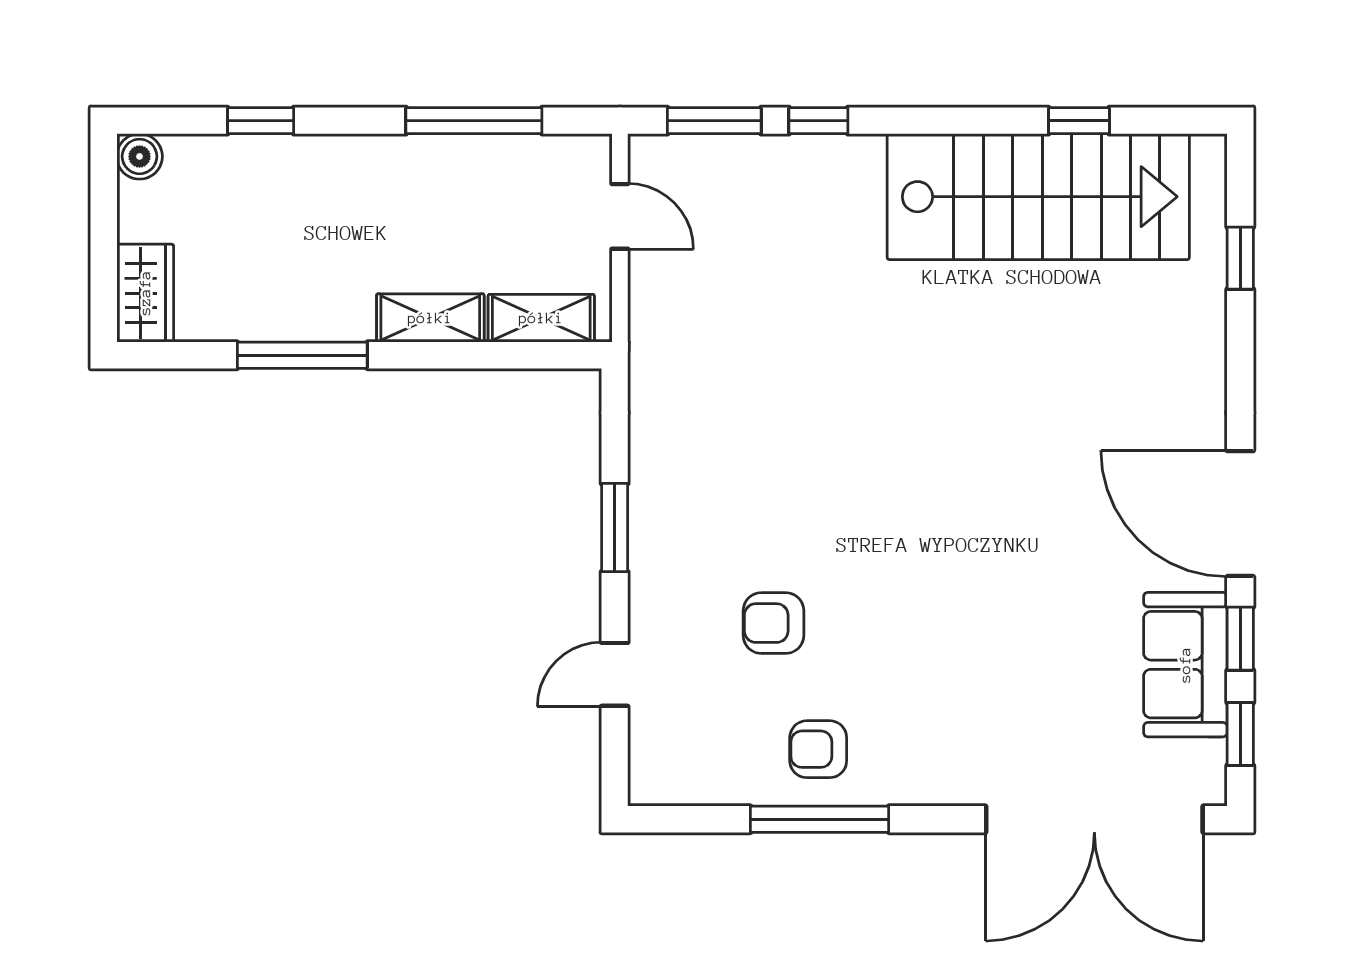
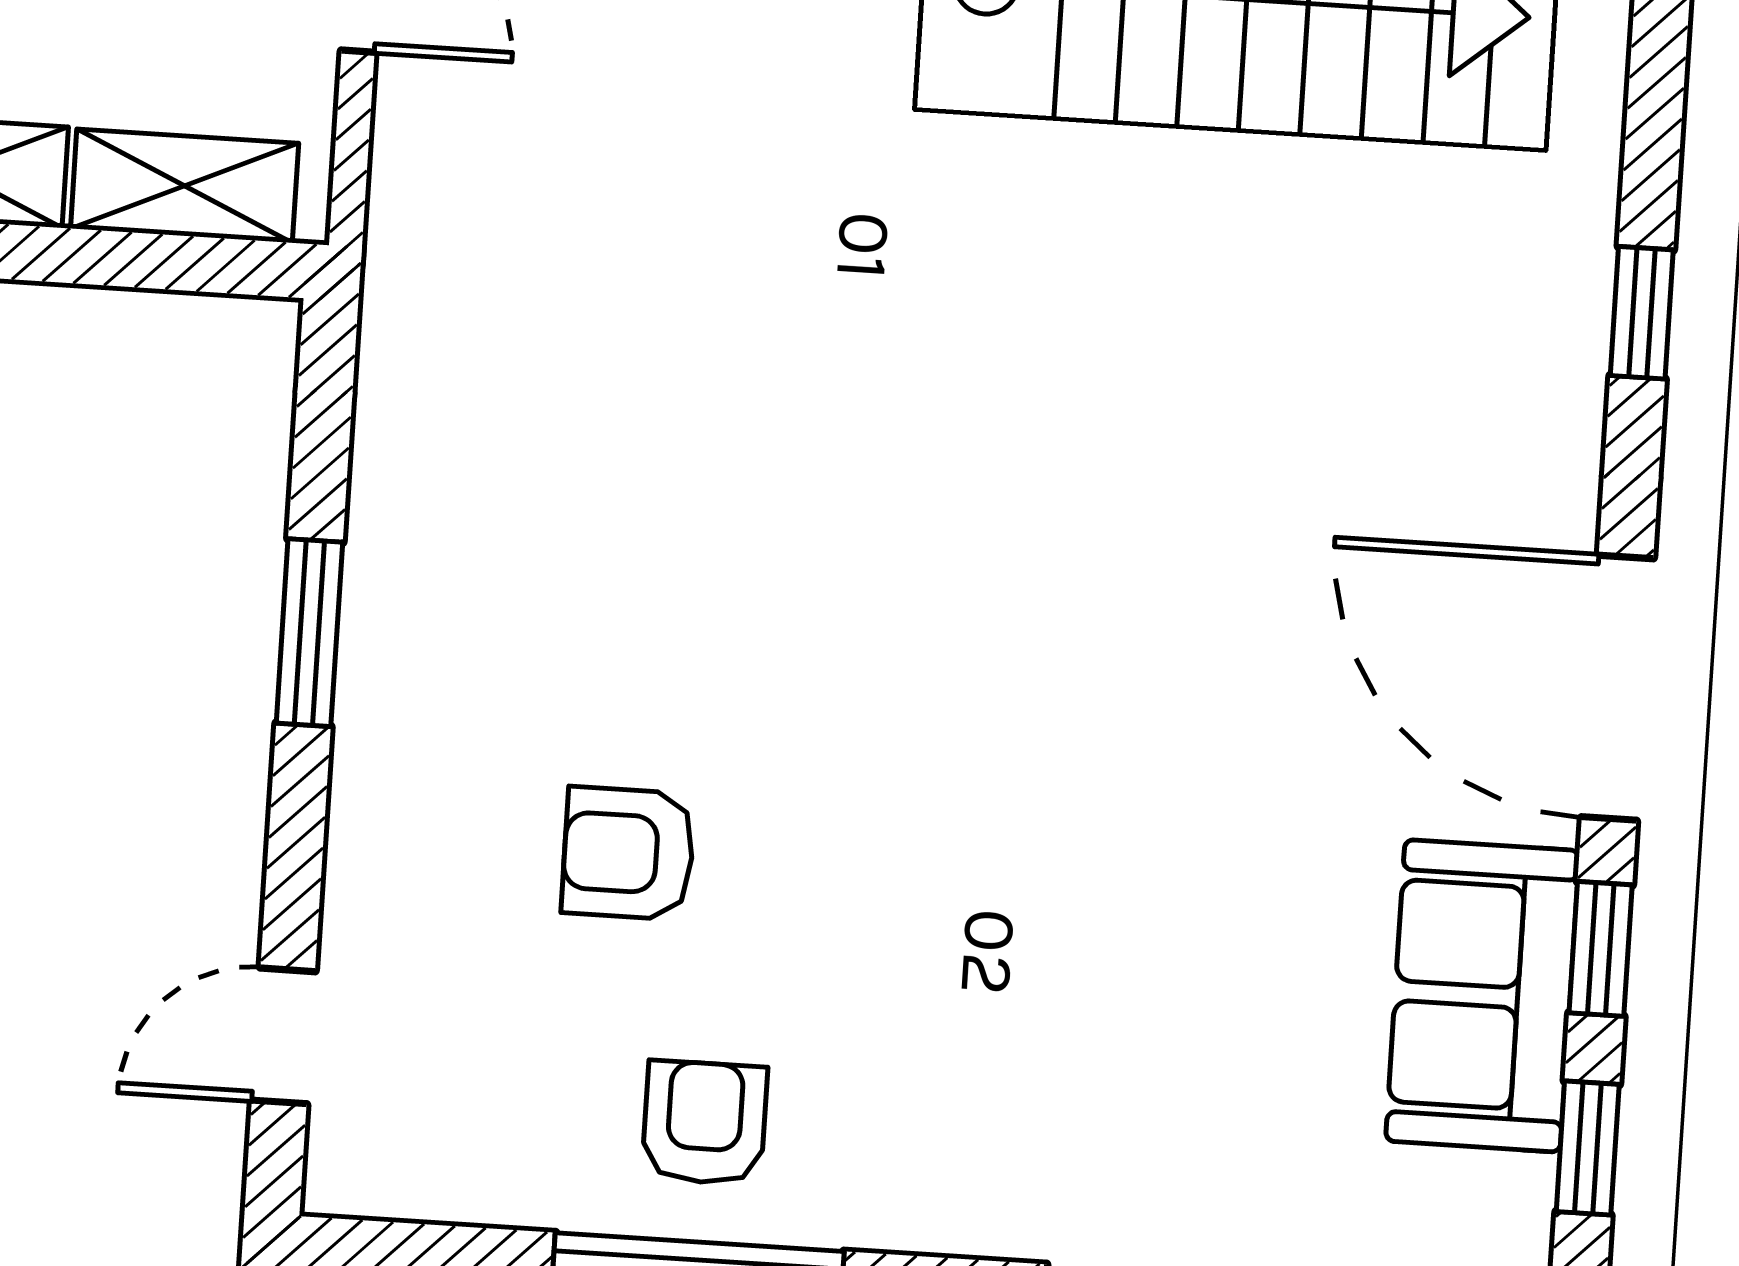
window: (1240, 258) -> (1642, 313), moved
door: (615, 674) -> (283, 1036), moved
armchair: (818, 749) -> (705, 1123), turned 90

